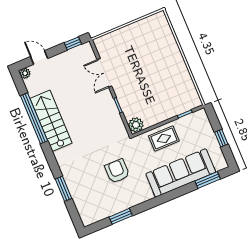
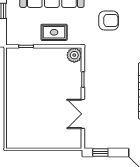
double door: (104, 73) -> (83, 114), swing flipped
armchair: (117, 171) -> (109, 20), turned -90

